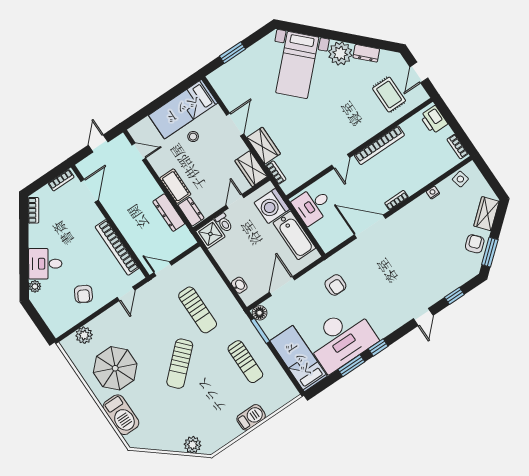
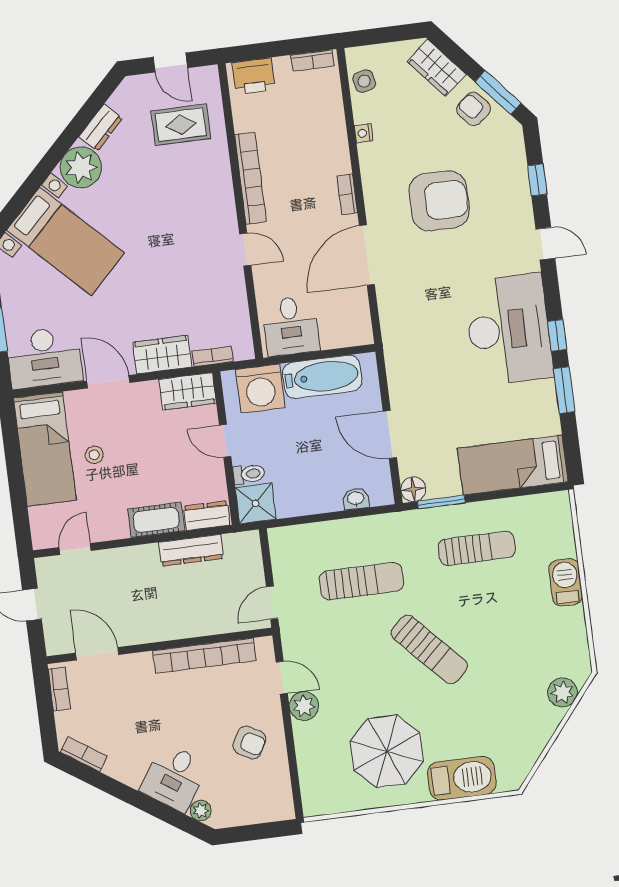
desk: (231, 85) -> (44, 358), added
armchair: (335, 285) -> (439, 201), moved, width x1.88, depth x1.88
plant: (84, 335) -> (304, 706), moved
desk: (341, 339) -> (508, 330), moved

